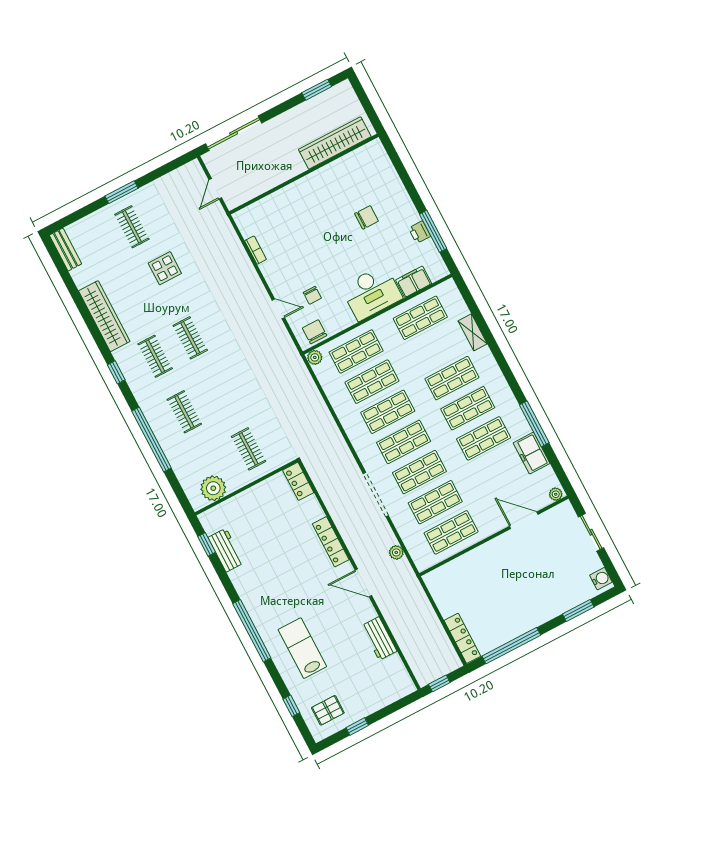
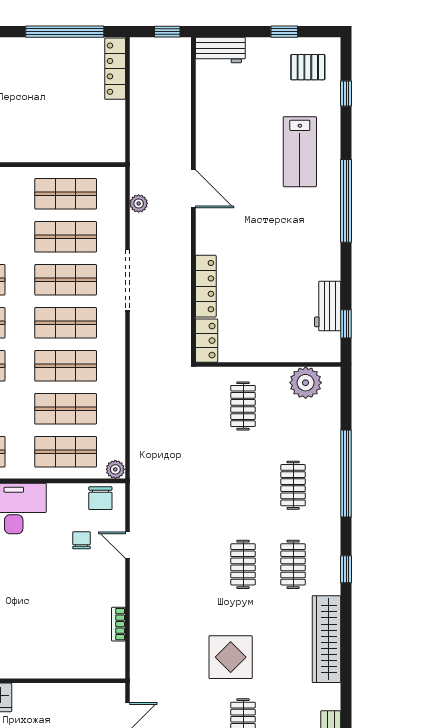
display table: (165, 268) -> (231, 657), width x1.36, depth x1.36
locker: (331, 542) -> (206, 286), moved
workbench: (379, 638) -> (220, 50), moved, turned 90

